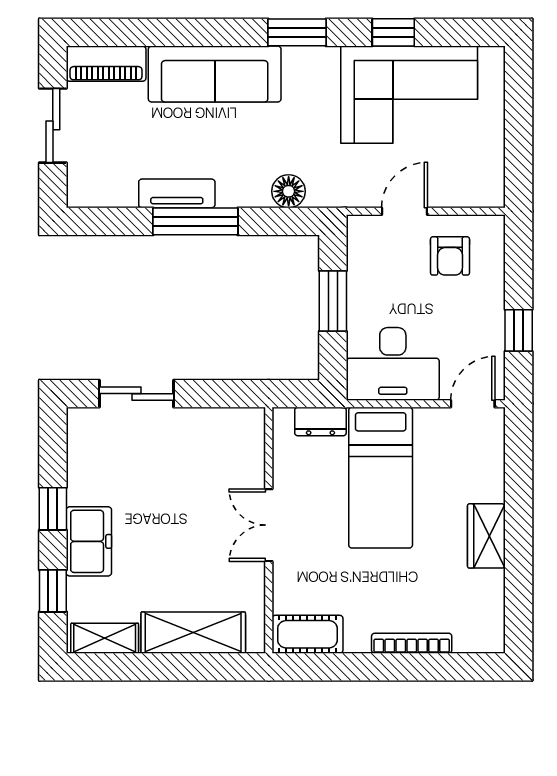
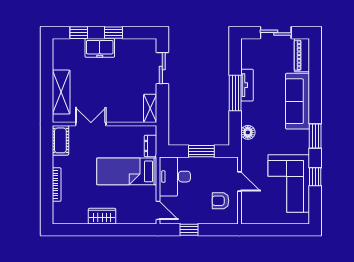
double door: (269, 525) -> (91, 124), moved
shelving: (105, 638) -> (150, 108), moved

